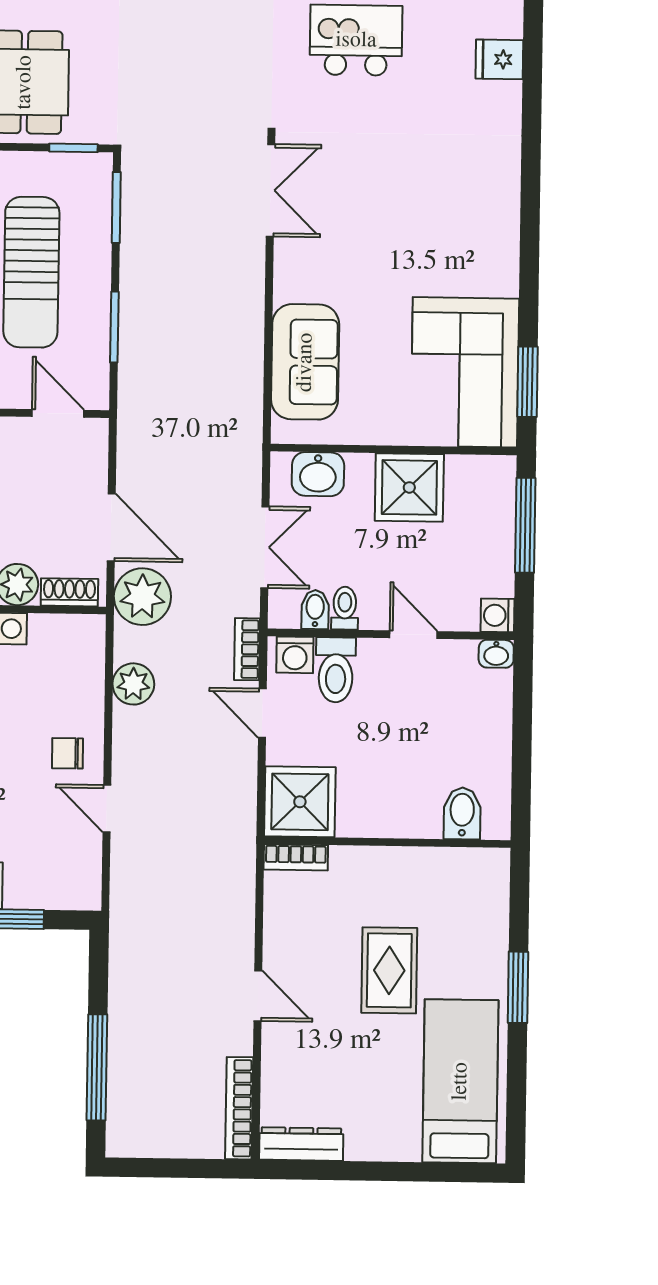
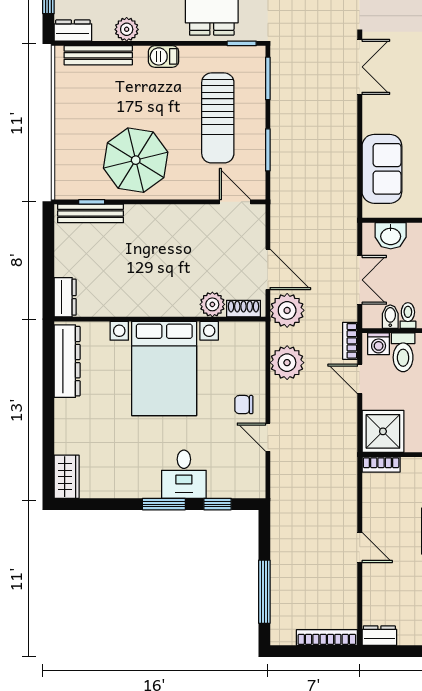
plant: (133, 684) -> (287, 363), width x1.36, depth x1.36
bookcase: (239, 1108) -> (327, 637), moved, turned 90
dresser: (301, 1144) -> (379, 636), width x0.70

